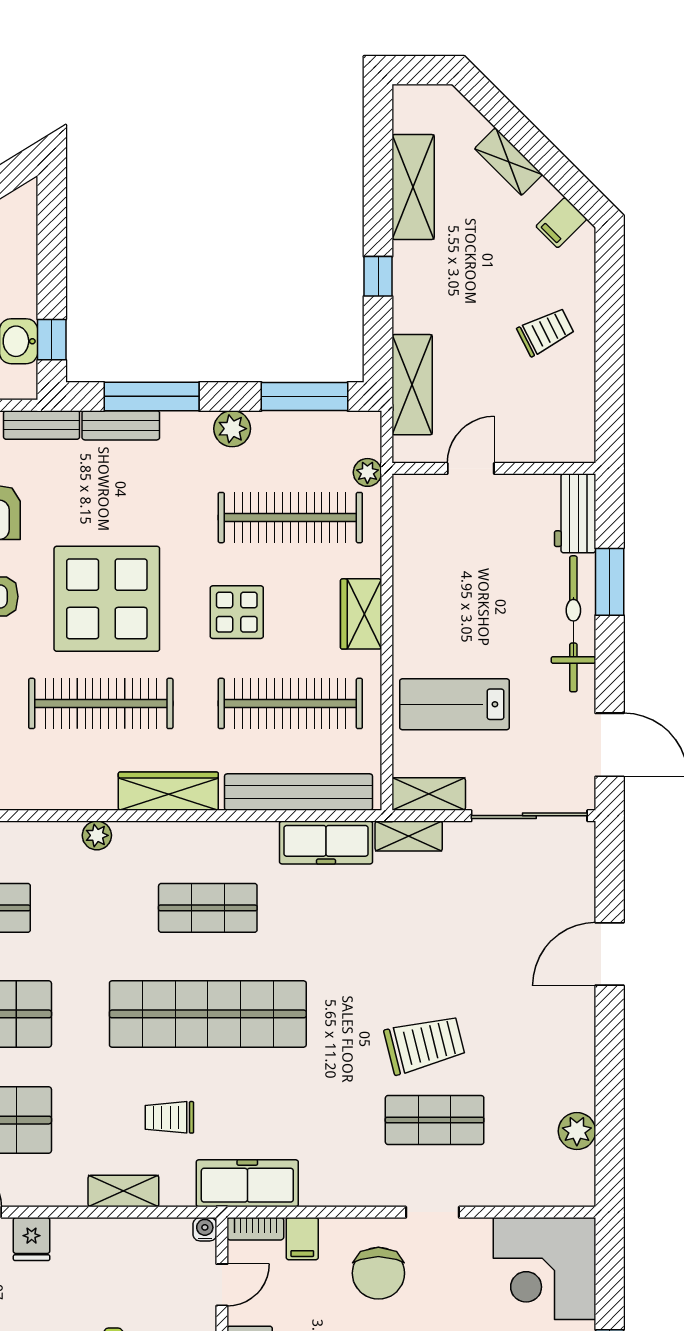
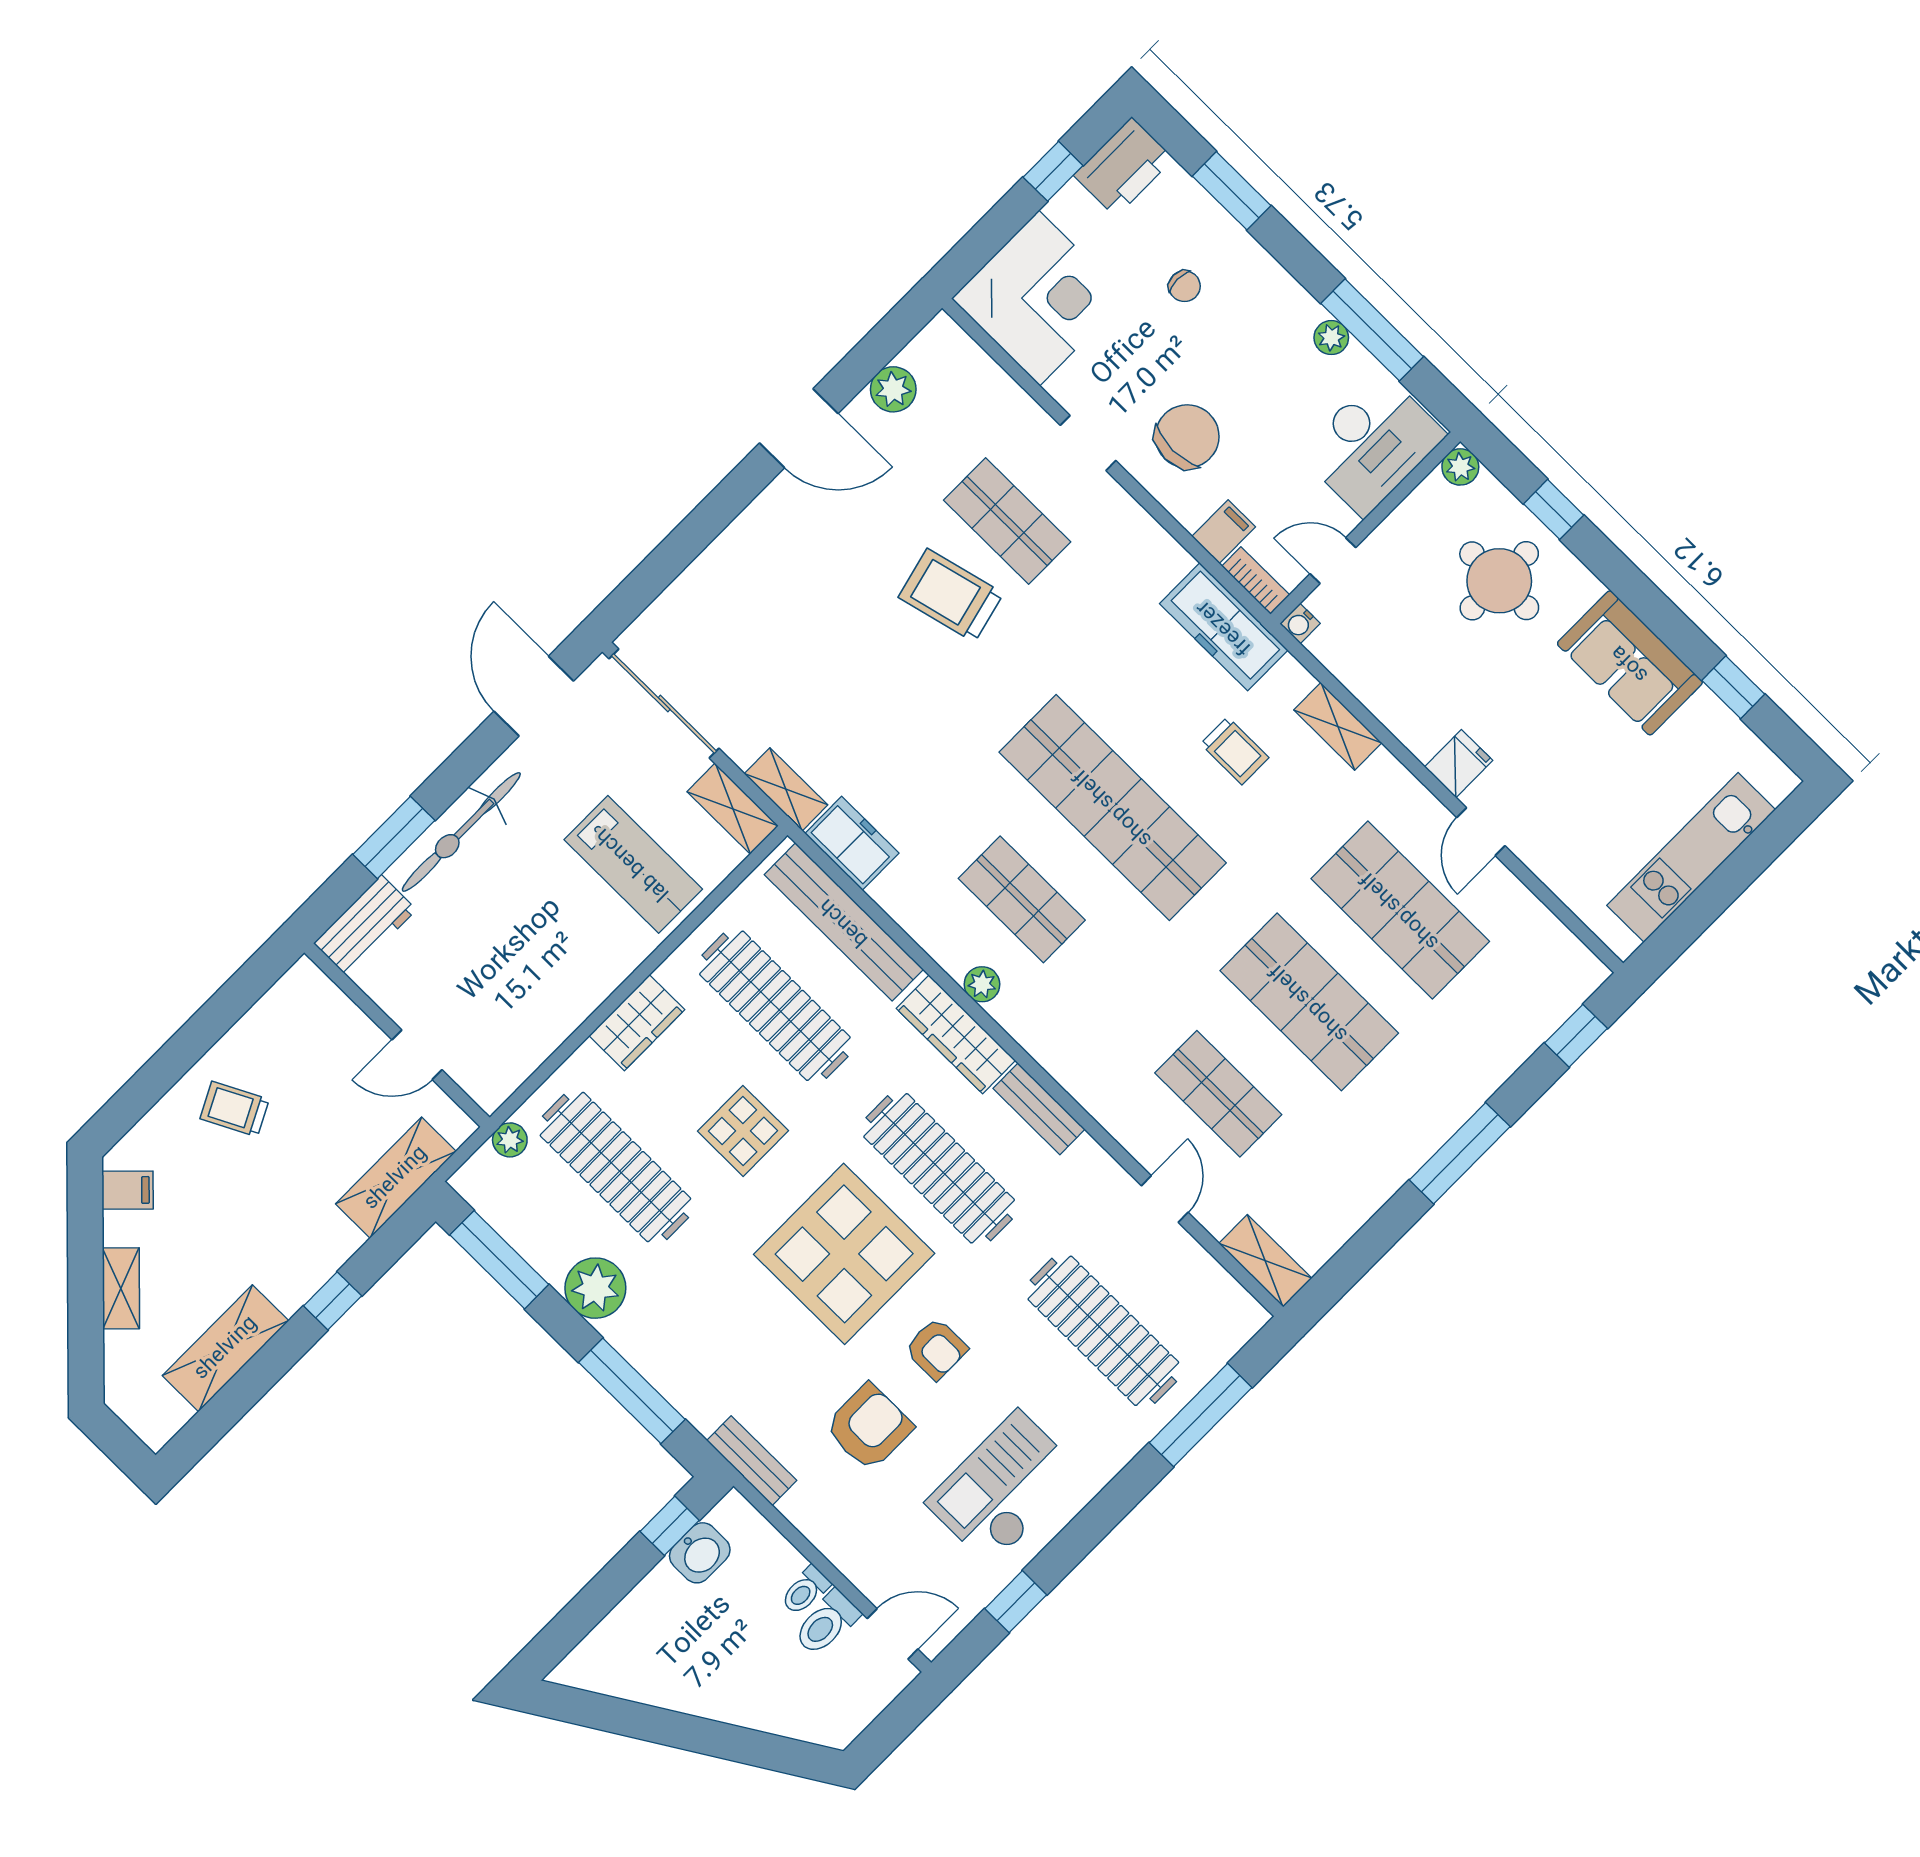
bench: (121, 425) -> (1039, 1109), moved
plant: (232, 429) -> (595, 1288), width x1.36, depth x1.36
plant: (97, 835) -> (982, 984), moved
freezer: (326, 843) -> (852, 843), width x0.71
door: (610, 954) -> (799, 428), moved

